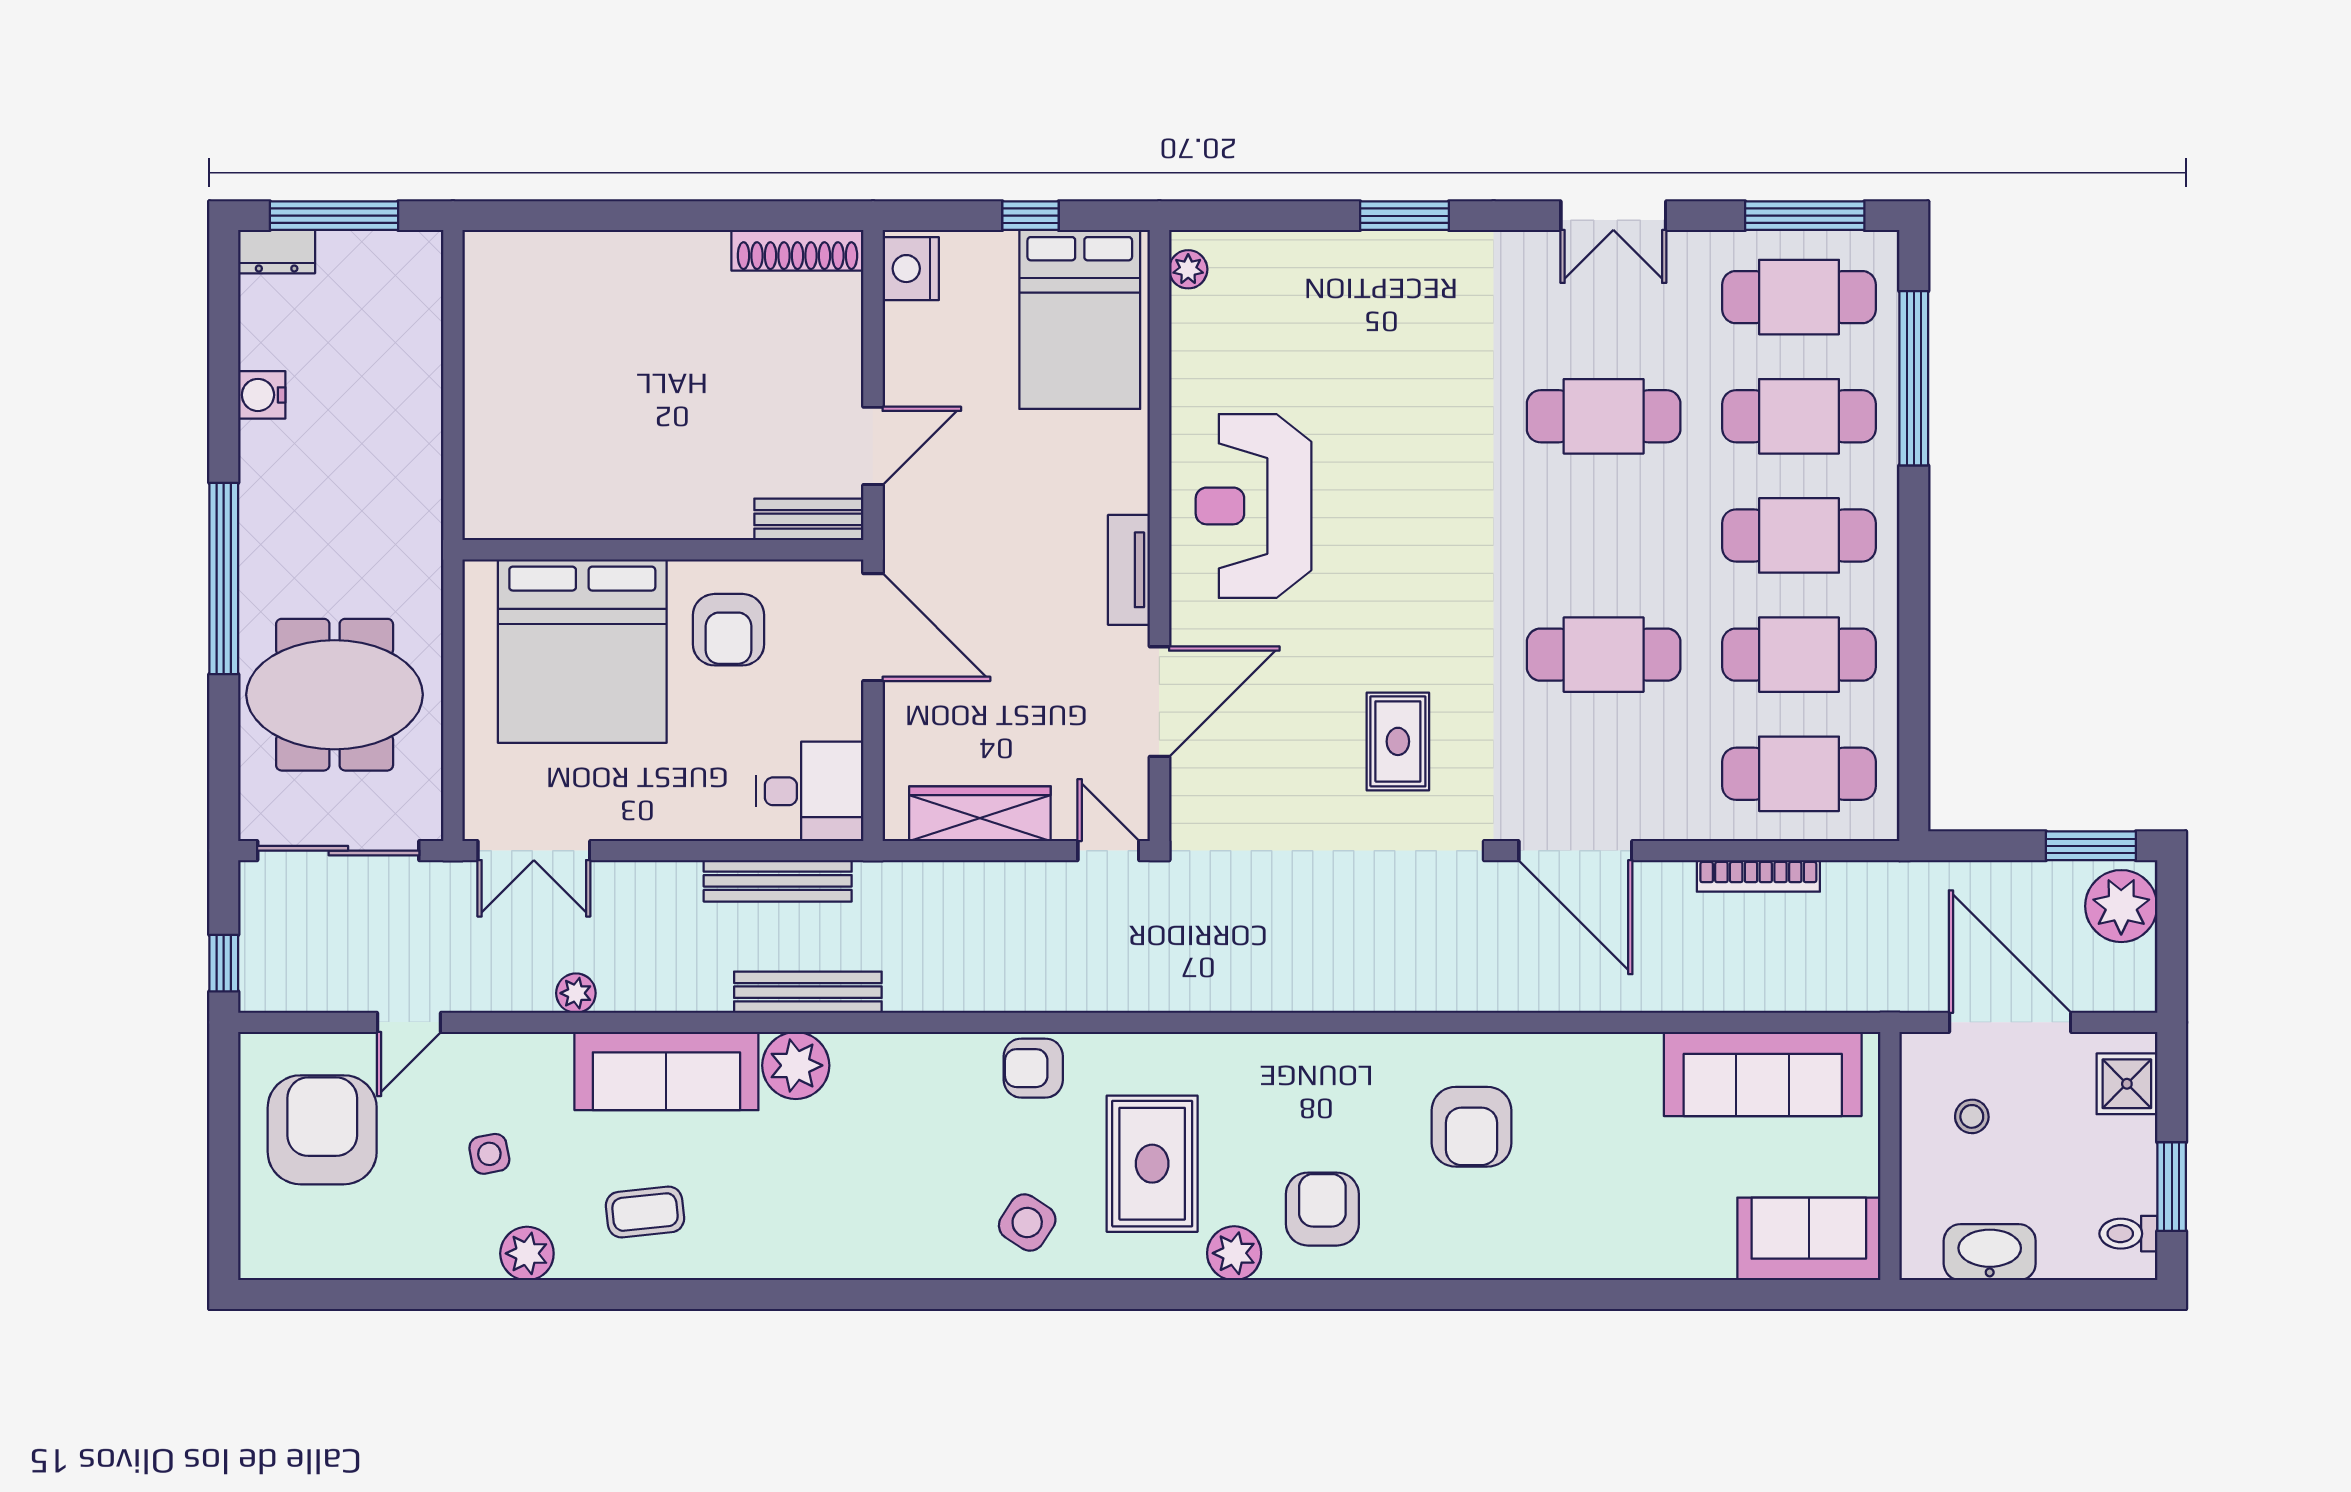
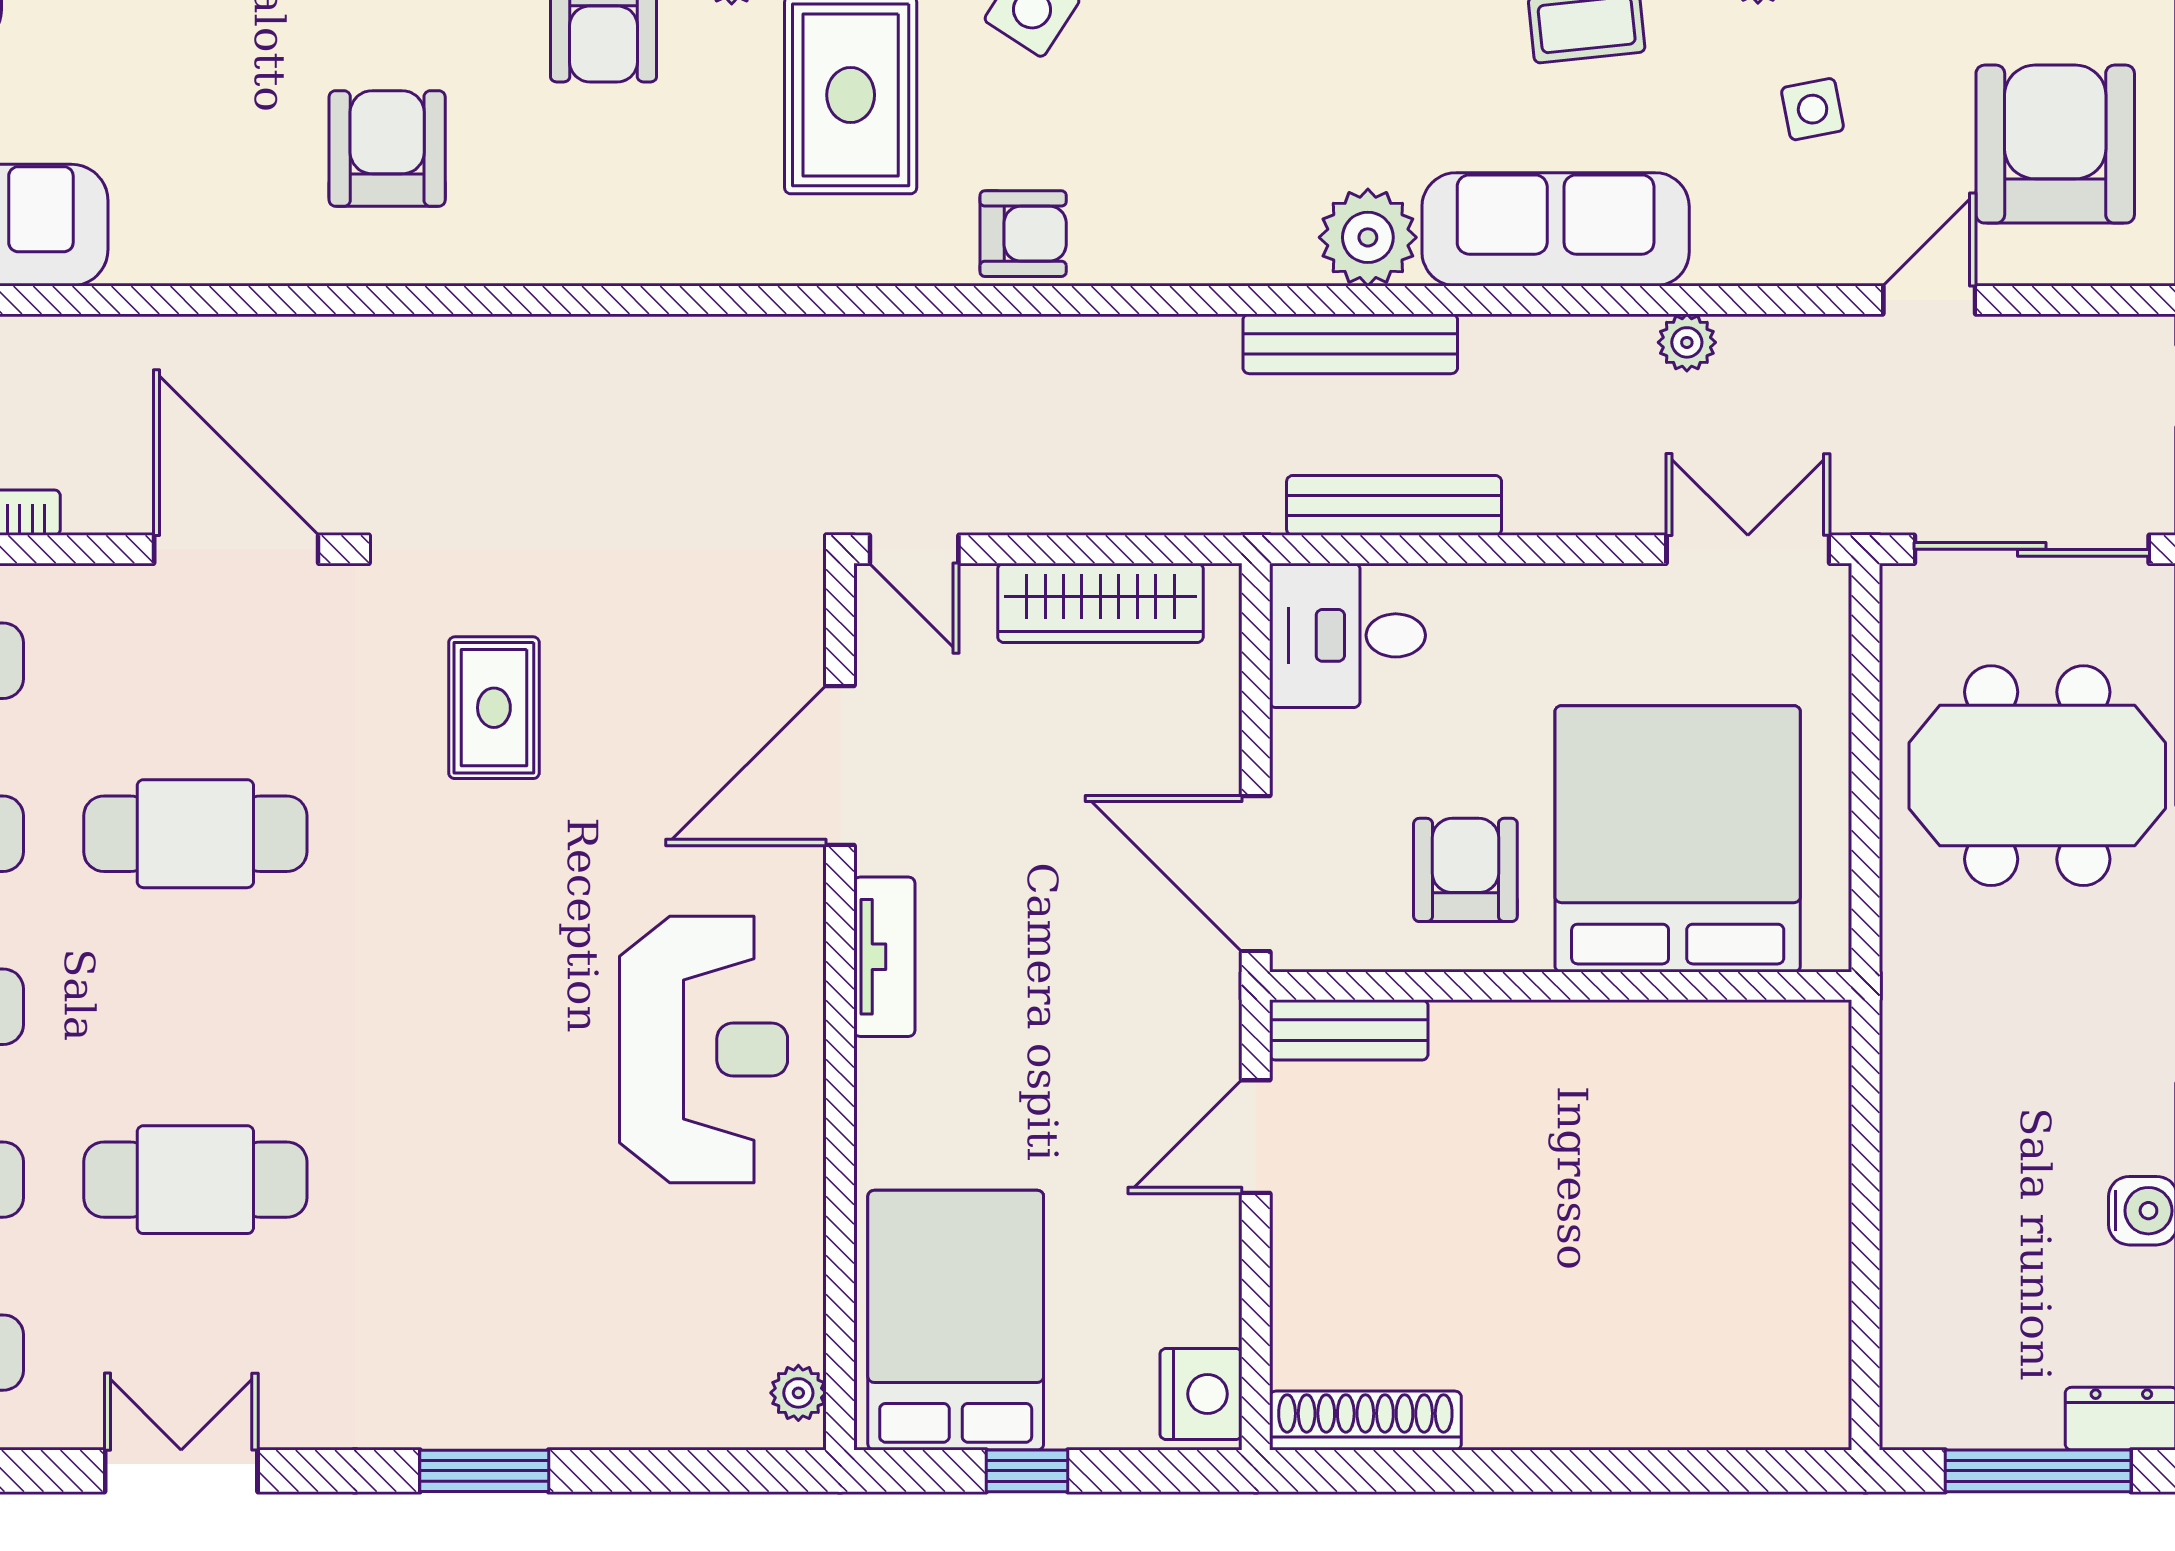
armchair: (322, 1130) -> (2055, 144), turned 180

